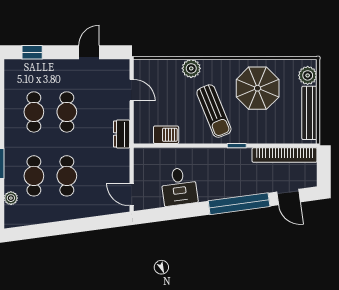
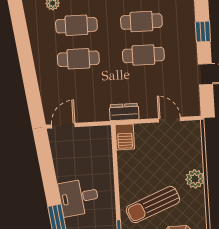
window: (32, 52) -> (203, 32), moved
door: (132, 90) -> (169, 120), swing flipped
barbecue: (166, 135) -> (125, 137), moved
desk: (179, 187) -> (79, 197), moved

